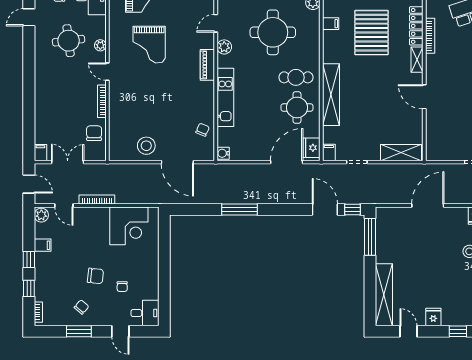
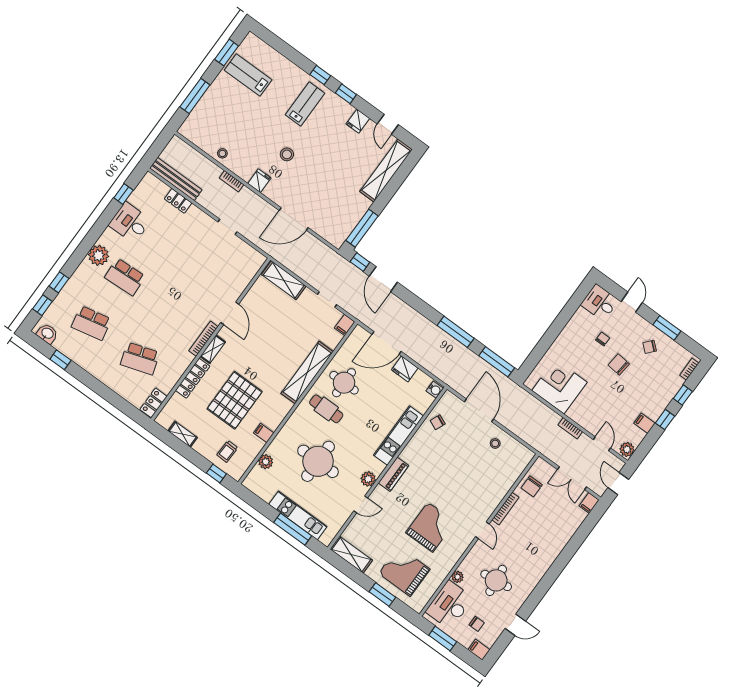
bookcase: (430, 36) -> (203, 339), moved
plant: (100, 45) -> (458, 577), moved
stool: (146, 146) -> (495, 443), width x0.53, depth x0.53
fridge: (311, 148) -> (405, 369), moved, turned 90
bookcase: (97, 200) -> (570, 428), width x0.64
window: (191, 209) -> (497, 362), added

